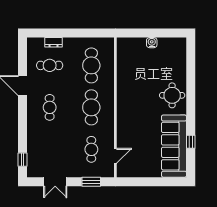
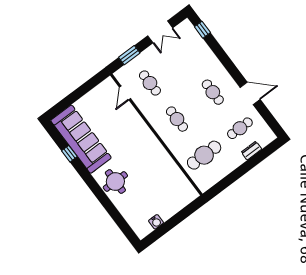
water cooler: (152, 43) -> (156, 222), moved
cafe table: (91, 65) -> (204, 155), turned 90
cafe table: (91, 107) -> (177, 119), width x0.73, depth x0.74
double door: (55, 182) -> (160, 32), swing flipped

